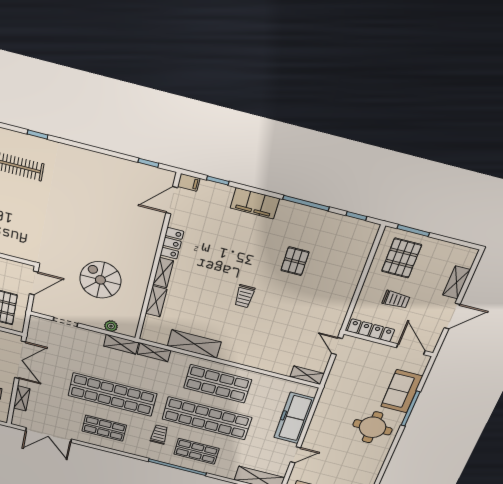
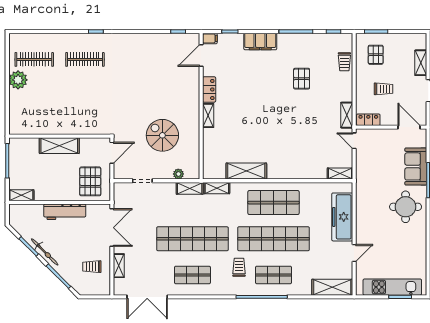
pallet: (402, 258) -> (376, 55), width x0.67, depth x0.71
trolley: (245, 296) -> (344, 62), moved
shelving: (156, 301) -> (347, 115), moved
locker: (371, 330) -> (368, 120), width x0.66

